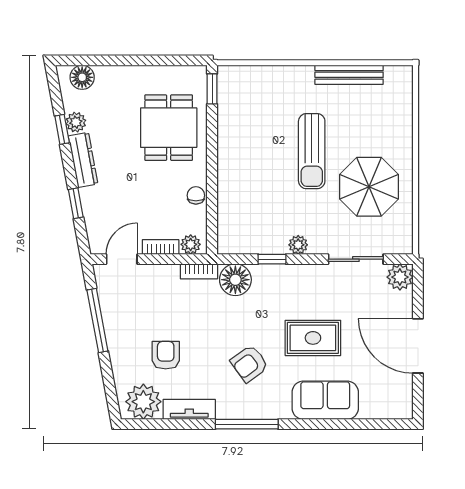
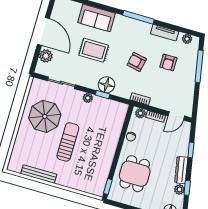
plant: (400, 277) -> (46, 56), moved
floor lamp: (235, 280) -> (106, 85), moved
window: (97, 321) -> (199, 66), moved
armchair: (249, 364) -> (137, 62), moved, turned -133
plant: (143, 402) -> (187, 39), width x0.53, depth x0.53

